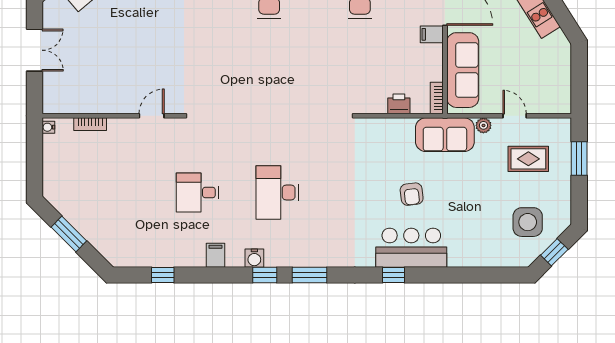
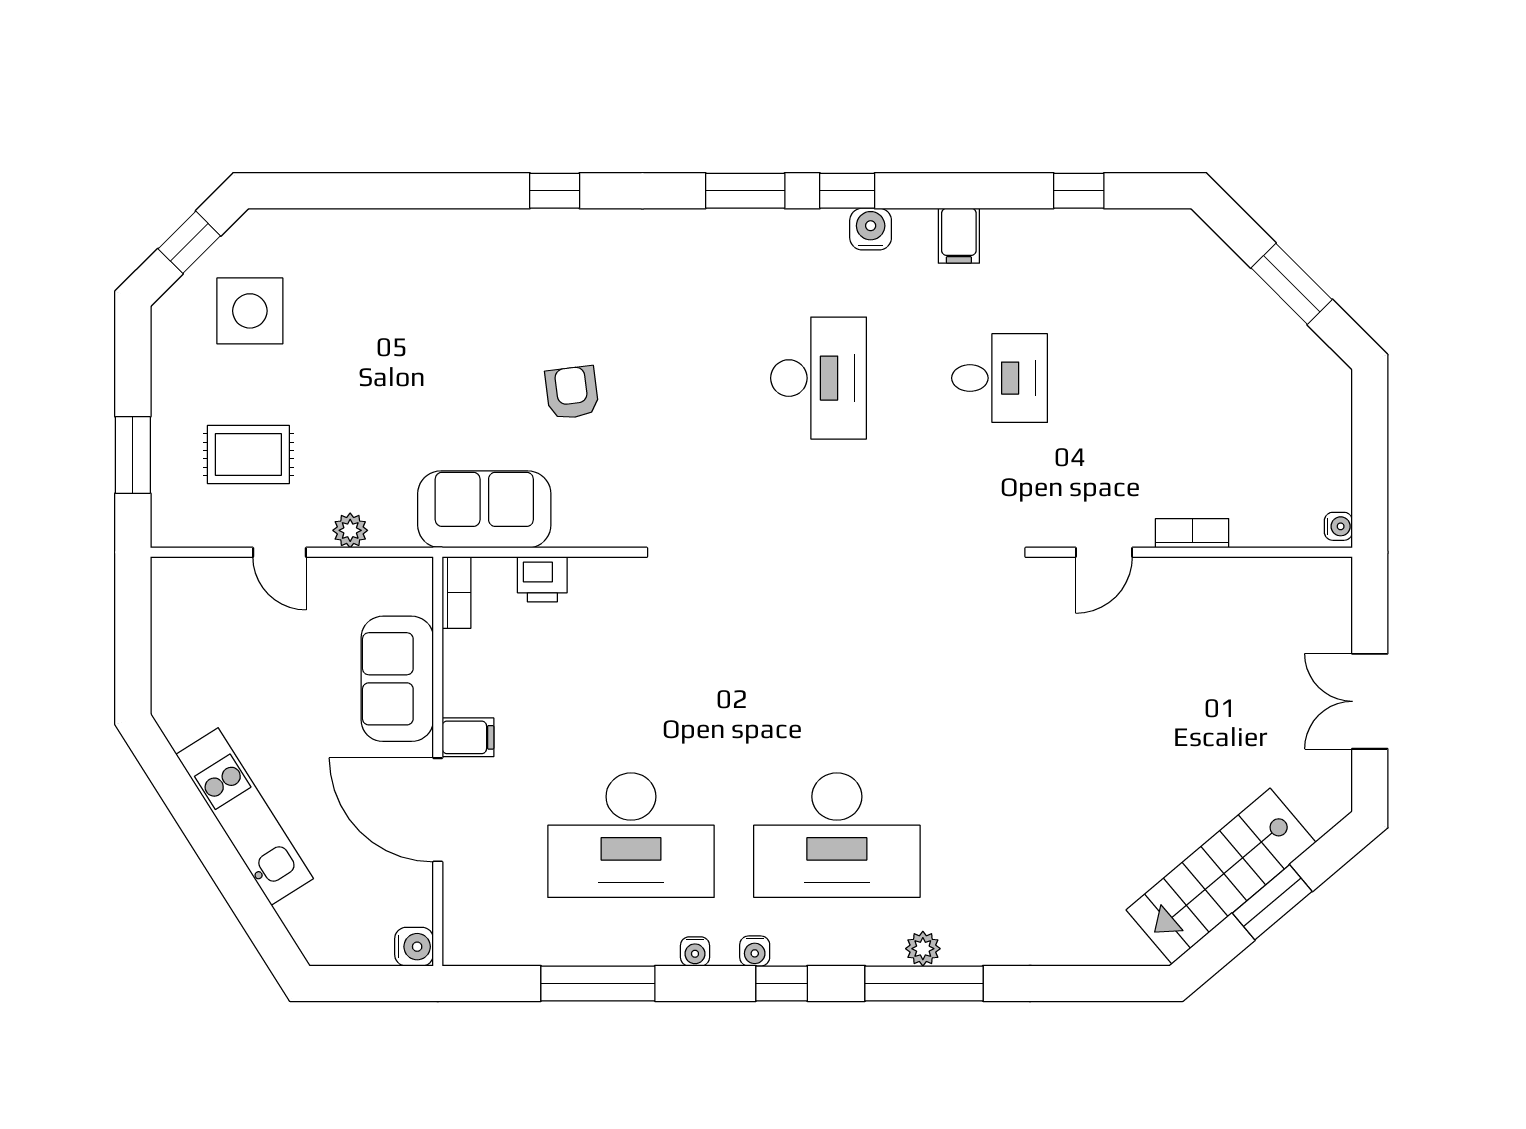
sofa: (463, 70) -> (397, 679), width x0.73
bookcase: (90, 124) -> (1192, 533), moved
sofa: (445, 135) -> (484, 509), moved
armchair: (412, 194) -> (572, 393), moved
bar counter: (411, 248) -> (514, 253), removed

